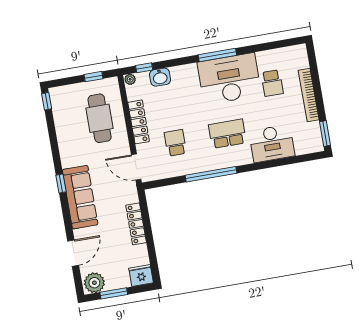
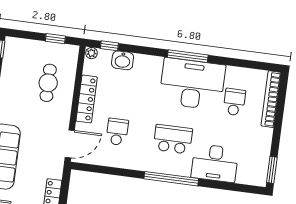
school desk: (272, 83) -> (234, 102), turned 180
bookcase: (309, 95) -> (271, 99), moved
cafe table: (100, 118) -> (48, 83), width x0.73, depth x0.74
door: (136, 167) -> (70, 144), swing flipped
window: (211, 174) -> (171, 179), moved

